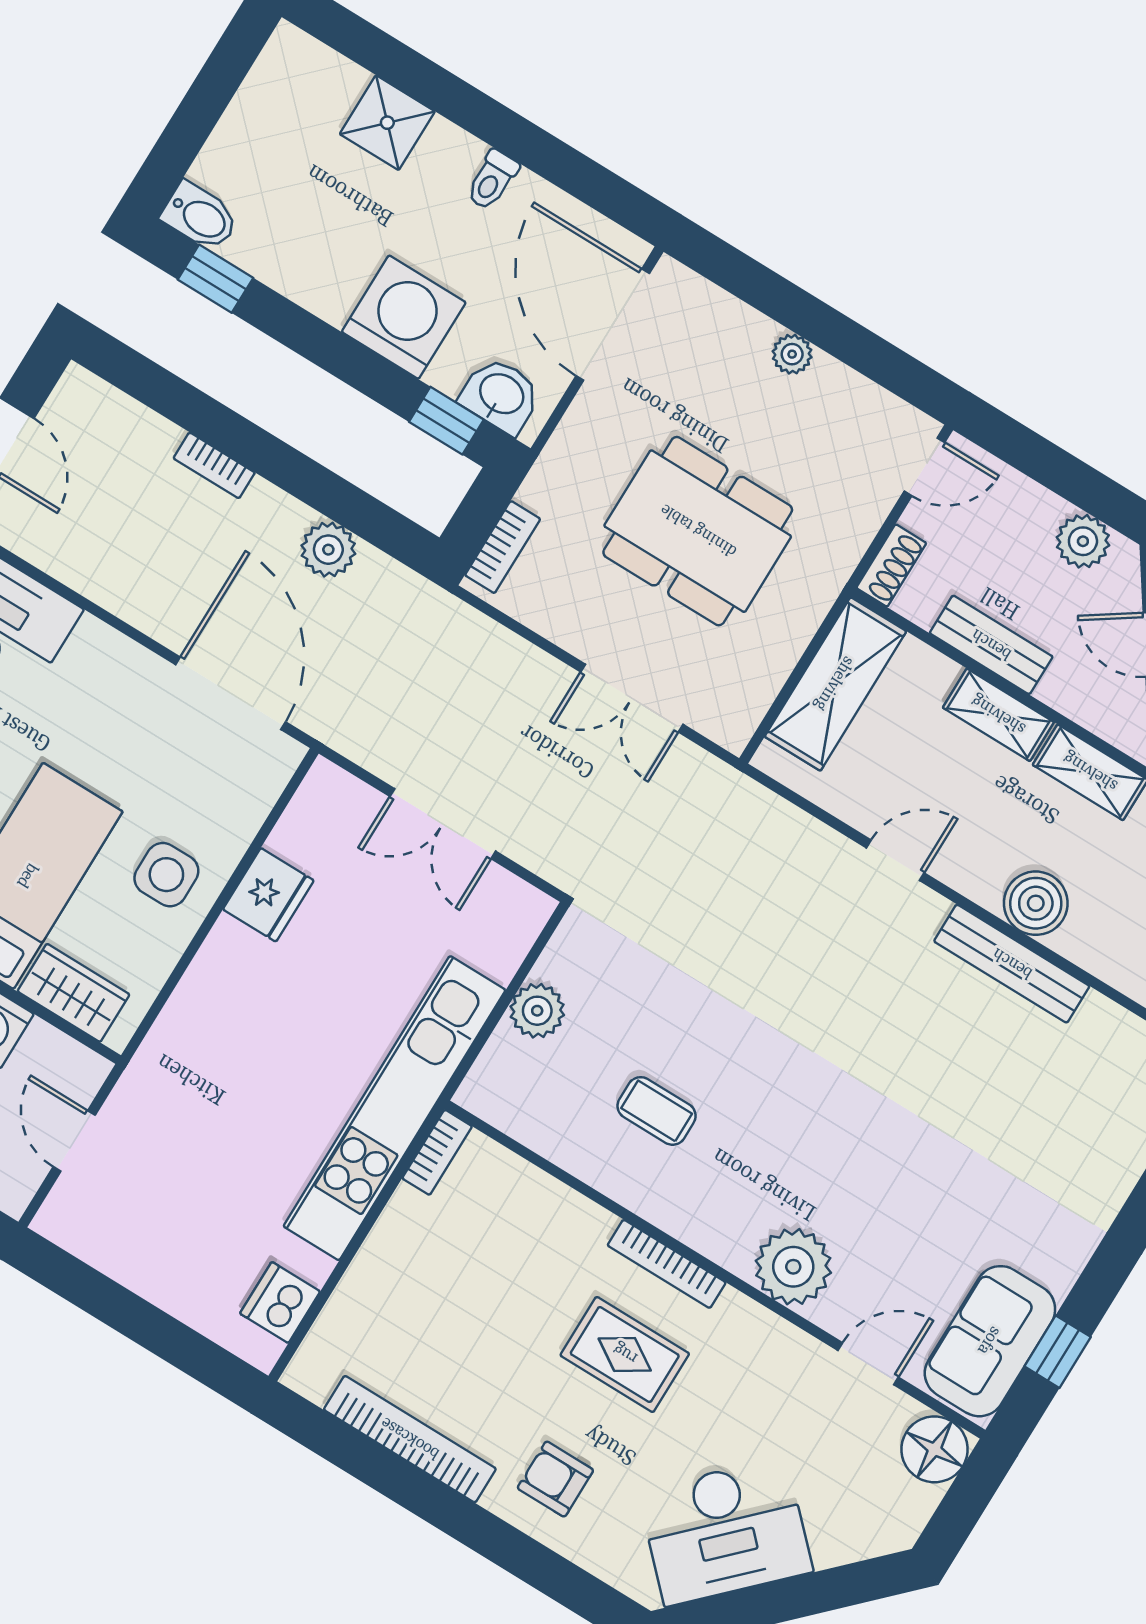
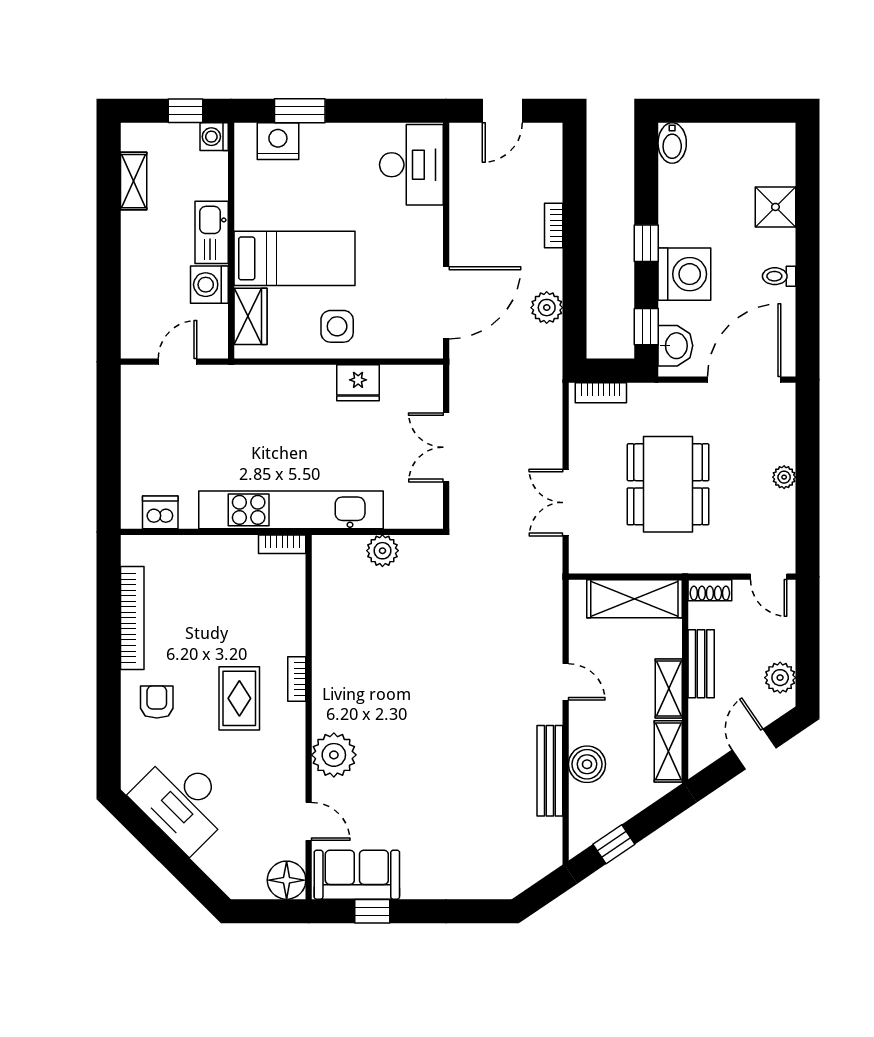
window: (215, 279) -> (646, 243), moved
coffee table: (657, 1111) -> (369, 640), removed
bookcase: (667, 1264) -> (297, 679), width x0.64

